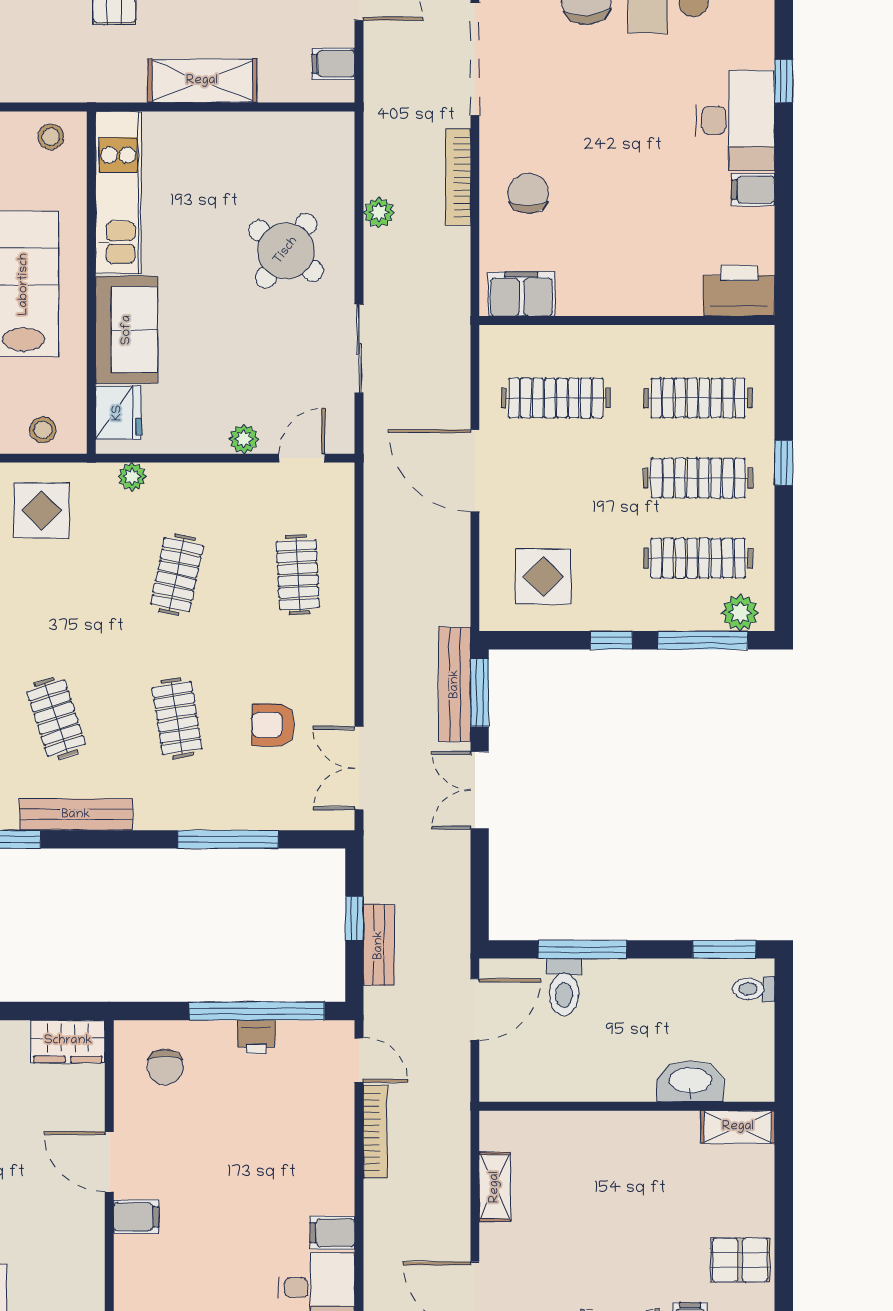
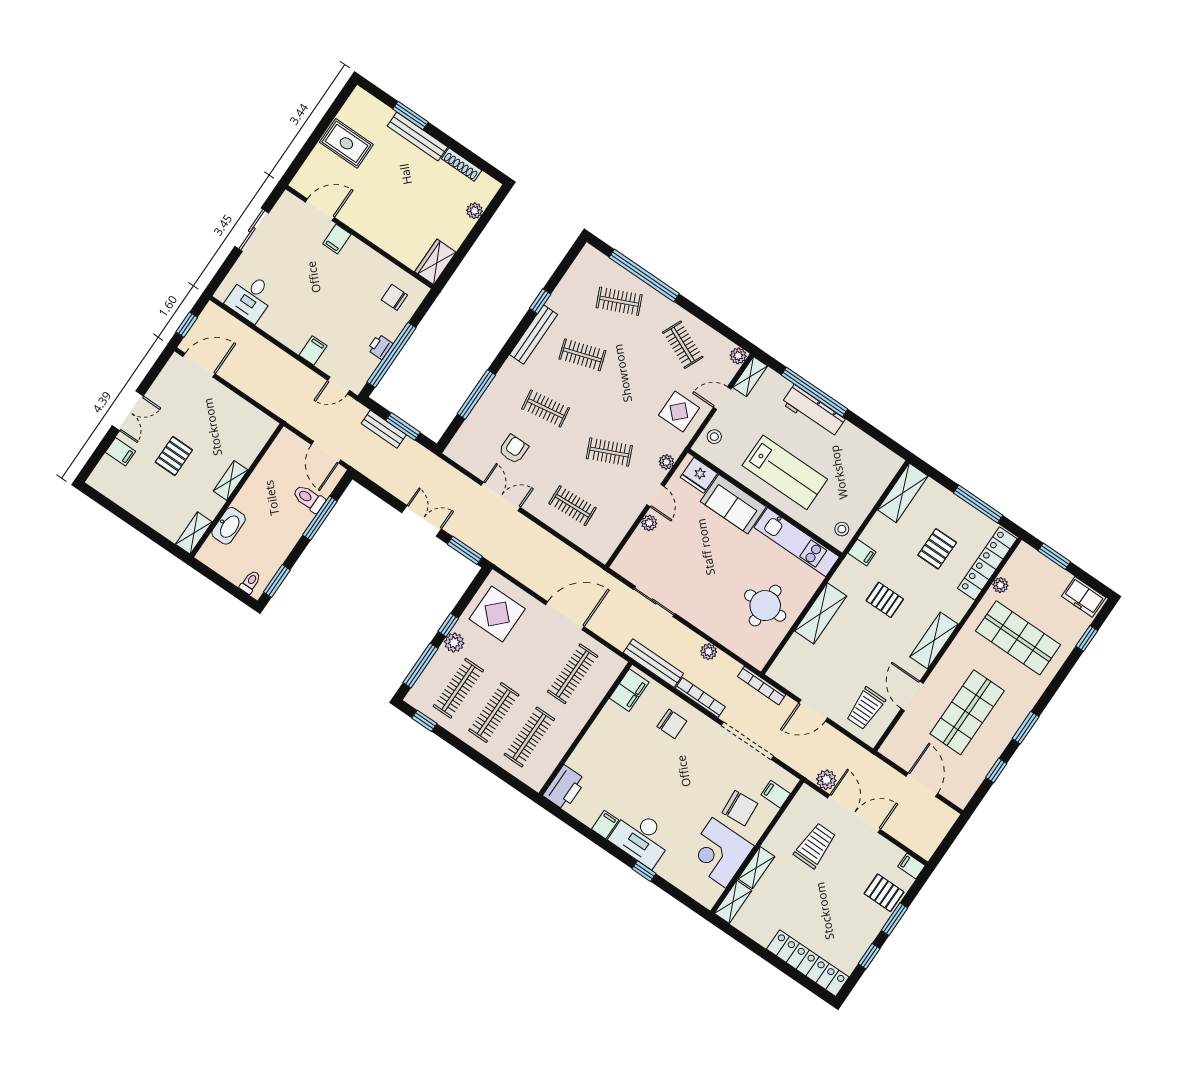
filing cabinet: (333, 64) -> (862, 552), moved, turned 90
round table: (286, 251) -> (765, 606), moved, turned -37
door: (302, 458) -> (655, 495), moved
window: (784, 463) -> (424, 721), moved
clothes rail: (177, 575) -> (609, 452), turned -36
display table: (543, 577) -> (497, 614), width x1.36, depth x1.36
plant: (740, 613) -> (454, 643), moved
bench: (455, 684) -> (653, 663), moved
double door: (359, 768) -> (501, 496), moved
window: (354, 918) -> (403, 426), width x1.50
bookcase: (375, 1132) -> (762, 686), moved
door: (109, 1162) -> (320, 210), moved
shelving: (495, 1187) -> (231, 480), moved, turned 90
filing cabinet: (332, 1233) -> (313, 350), moved
pallet: (740, 1260) -> (174, 456), moved

